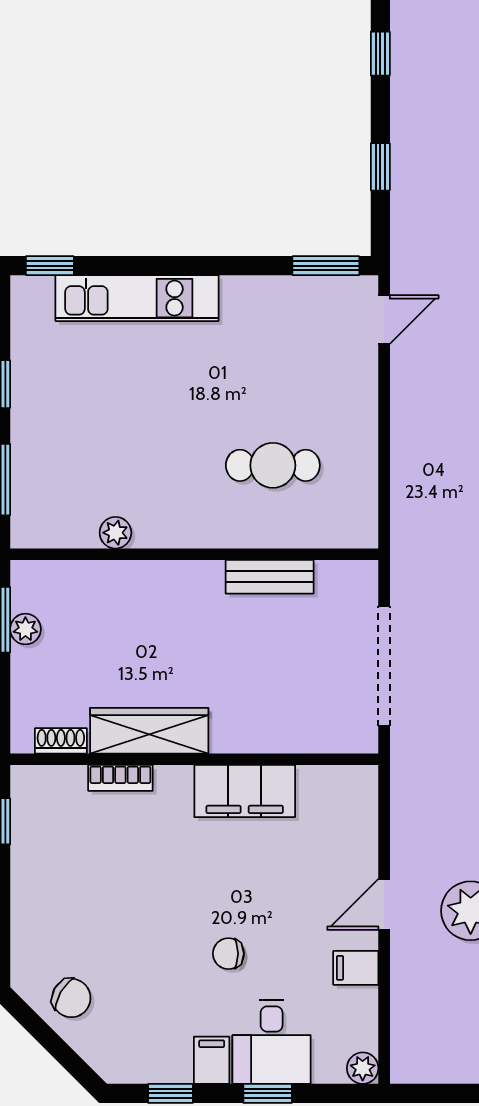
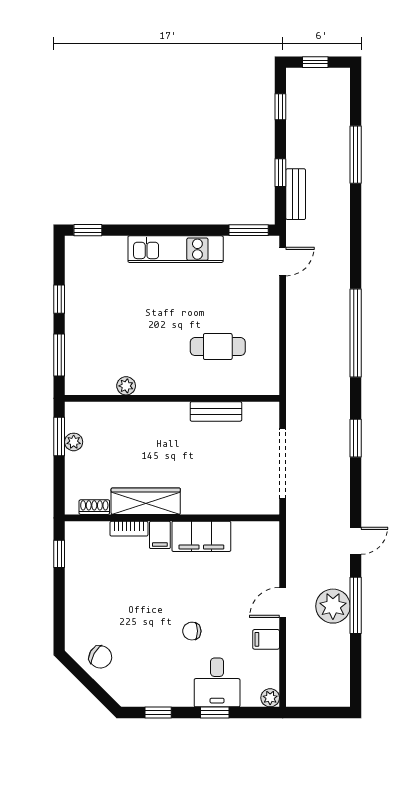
bench: (407, 204) -> (296, 194), added
kitchen unit: (137, 298) -> (176, 249), moved
filing cabinet: (212, 1060) -> (160, 535), moved, turned 180

